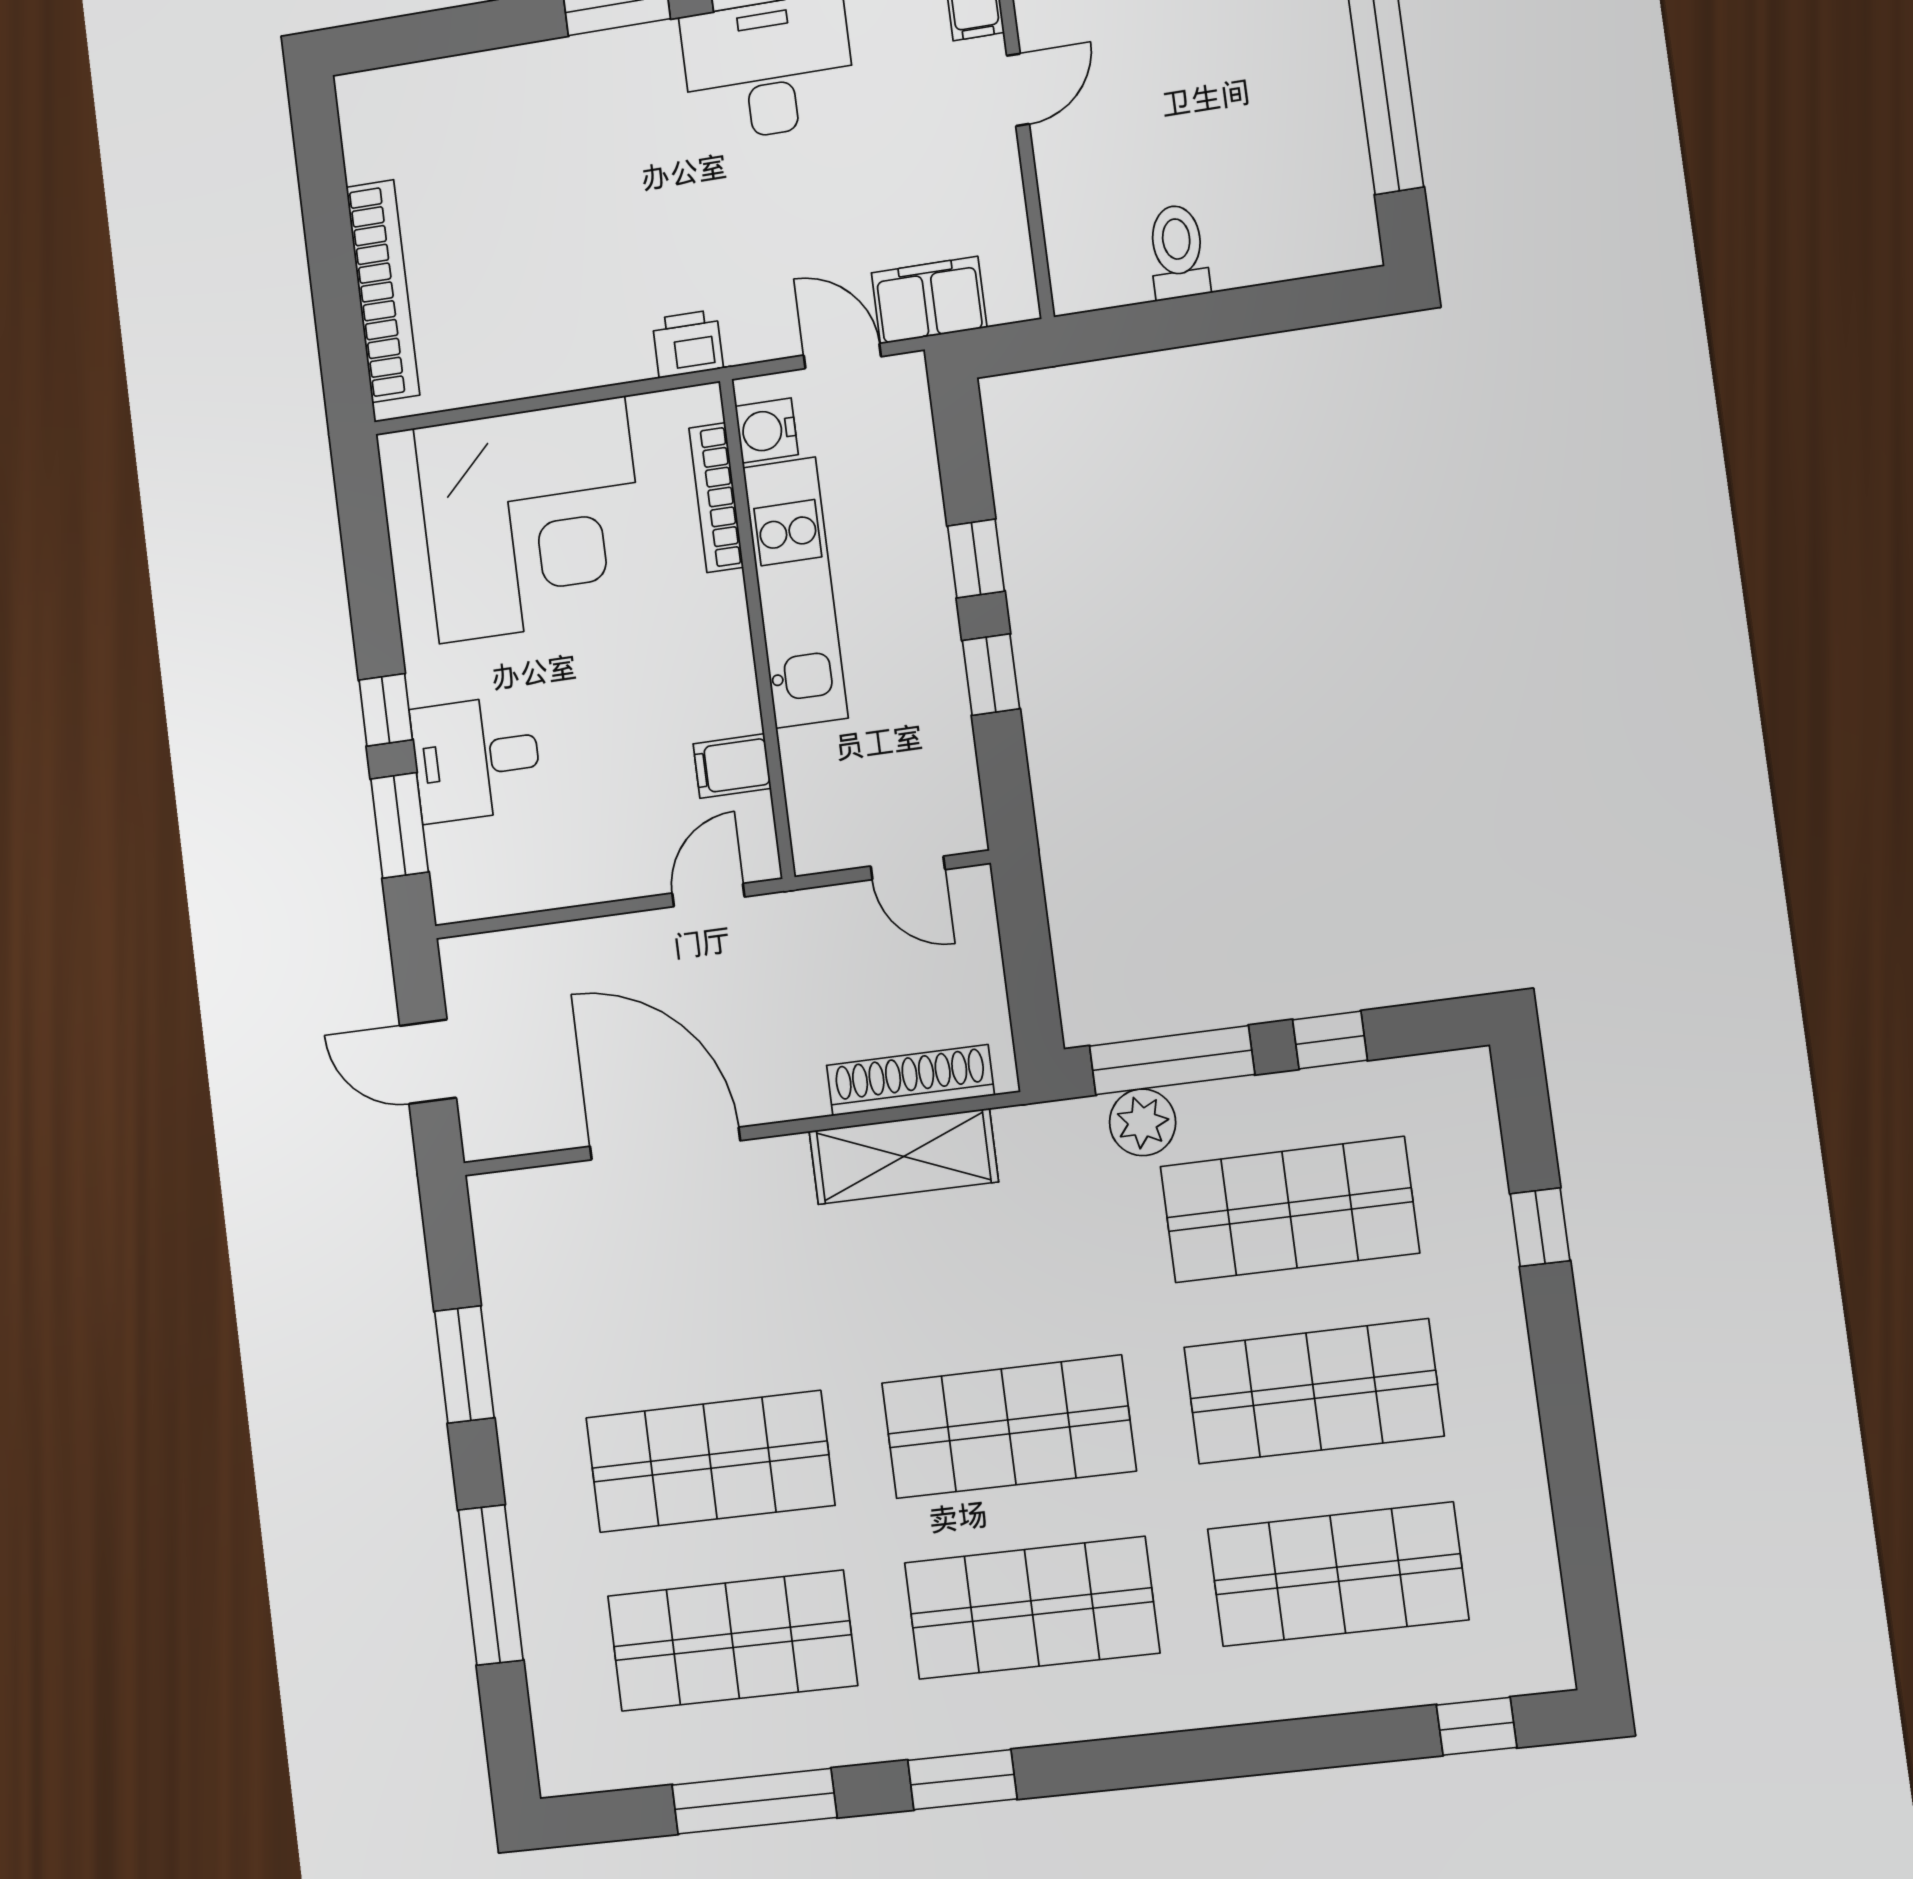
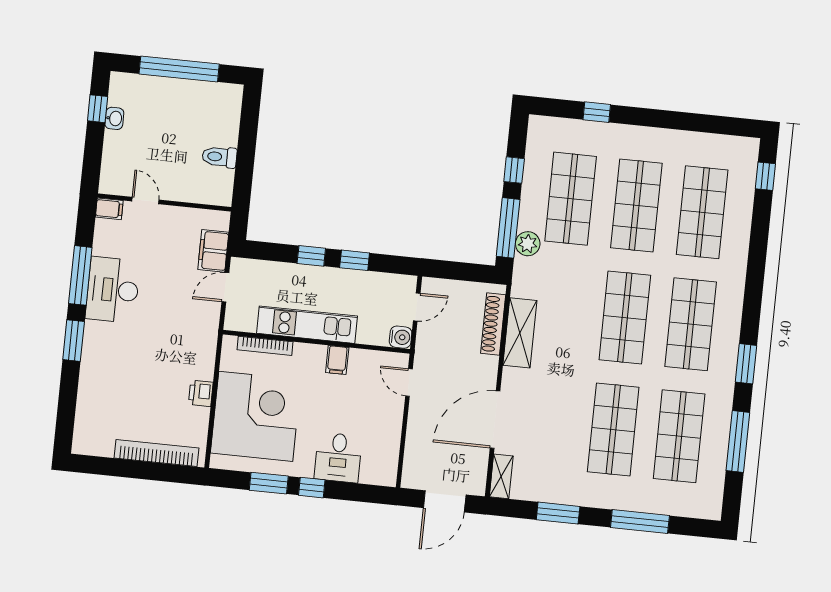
printer: (688, 344) -> (201, 393), moved
water cooler: (767, 430) -> (401, 337), moved, turned -90
filing cabinet: (732, 766) -> (337, 360), moved
window: (400, 825) -> (269, 483), moved
door: (428, 1062) -> (445, 501), width x1.38
shelving: (524, 1194) -> (501, 476), added

